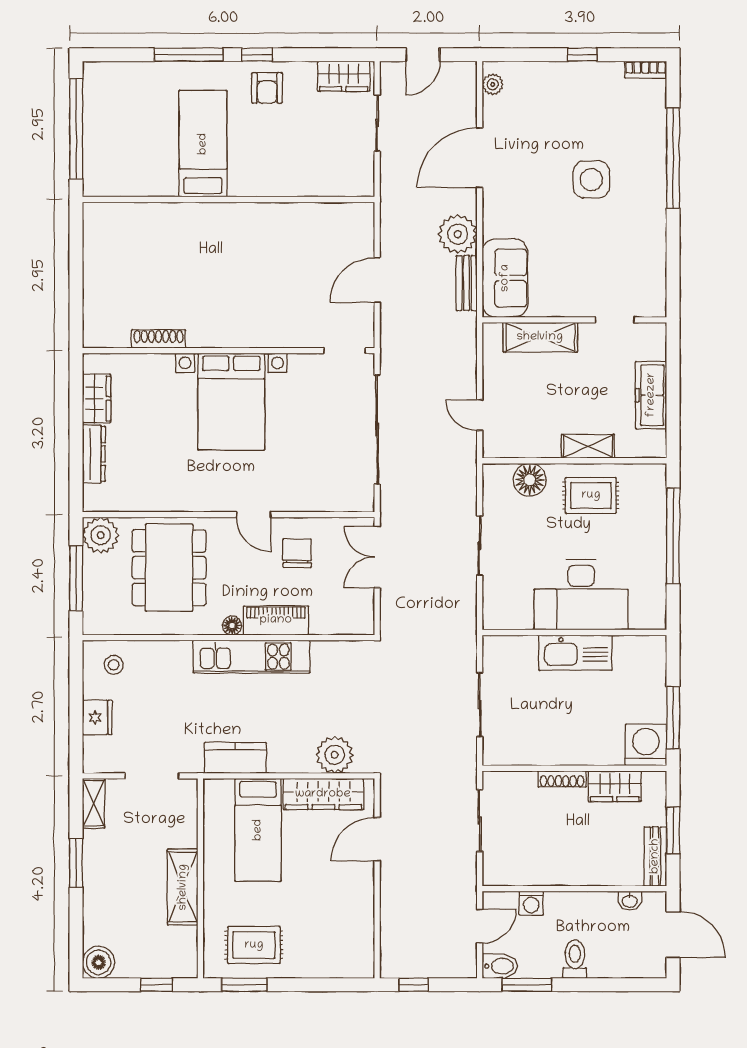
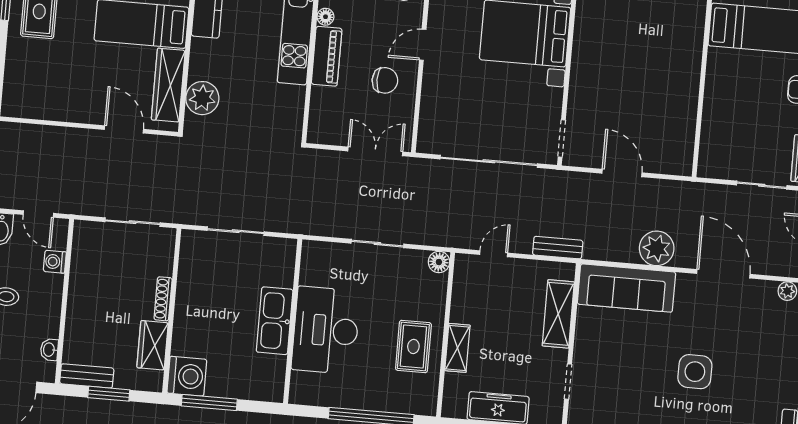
sofa: (505, 278) -> (626, 288), width x1.36
bench: (467, 283) -> (558, 248), moved
floor lamp: (530, 480) -> (439, 262), moved, width x0.73, depth x0.73

